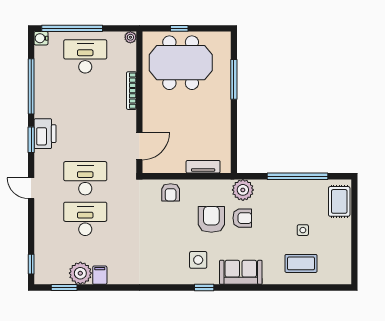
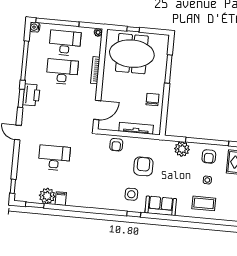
chair: (215, 124) -> (152, 99), added
tv unit: (203, 167) -> (136, 128), width x1.41
desk: (85, 178) -> (62, 72), moved
plant: (243, 190) -> (182, 149), moved
armchair: (242, 218) -> (209, 156), moved, turned 90

